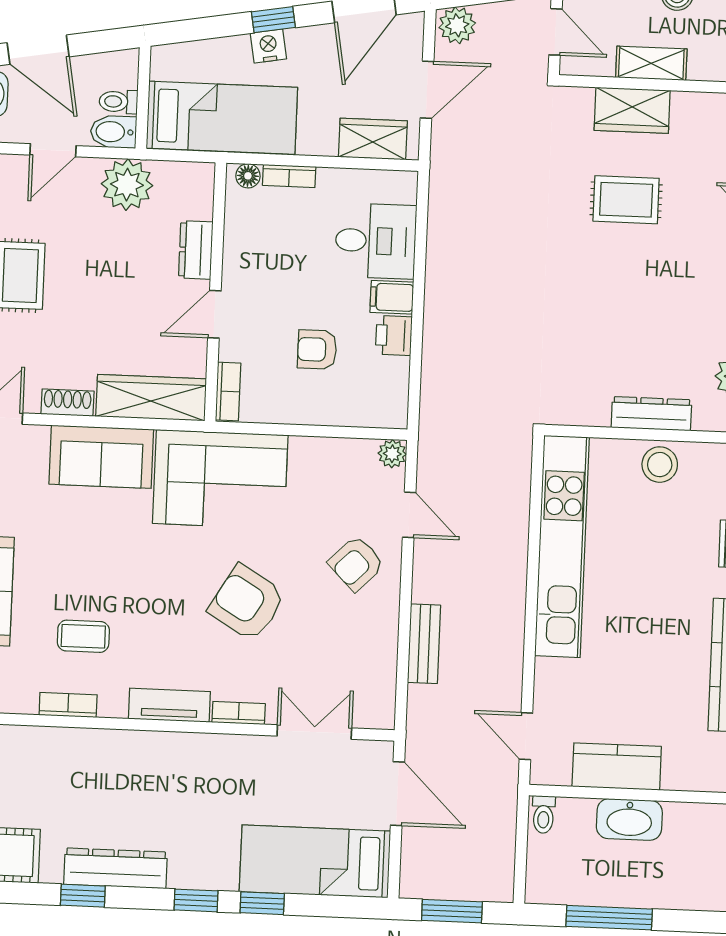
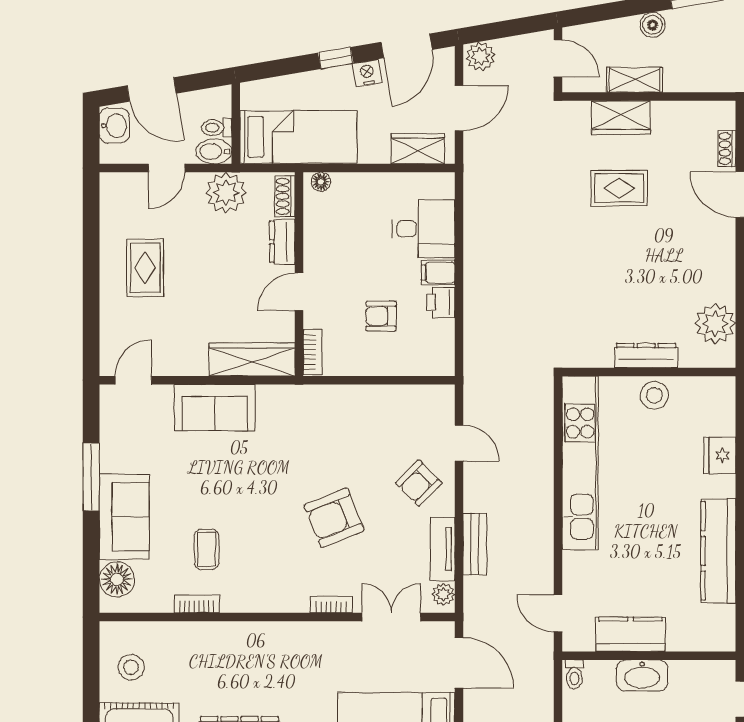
nightstand: (268, 46) -> (367, 73), moved
bookcase: (289, 176) -> (353, 180), removed
shoe rack: (67, 403) -> (285, 196), moved, turned -90
plant: (392, 454) -> (443, 594), moved
corner sofa: (220, 479) -> (309, 421), removed
armchair: (247, 603) -> (334, 518), turned -53
coffee table: (83, 636) -> (207, 549), turned 90
tv unit: (169, 705) -> (443, 549), moved, turned -90

